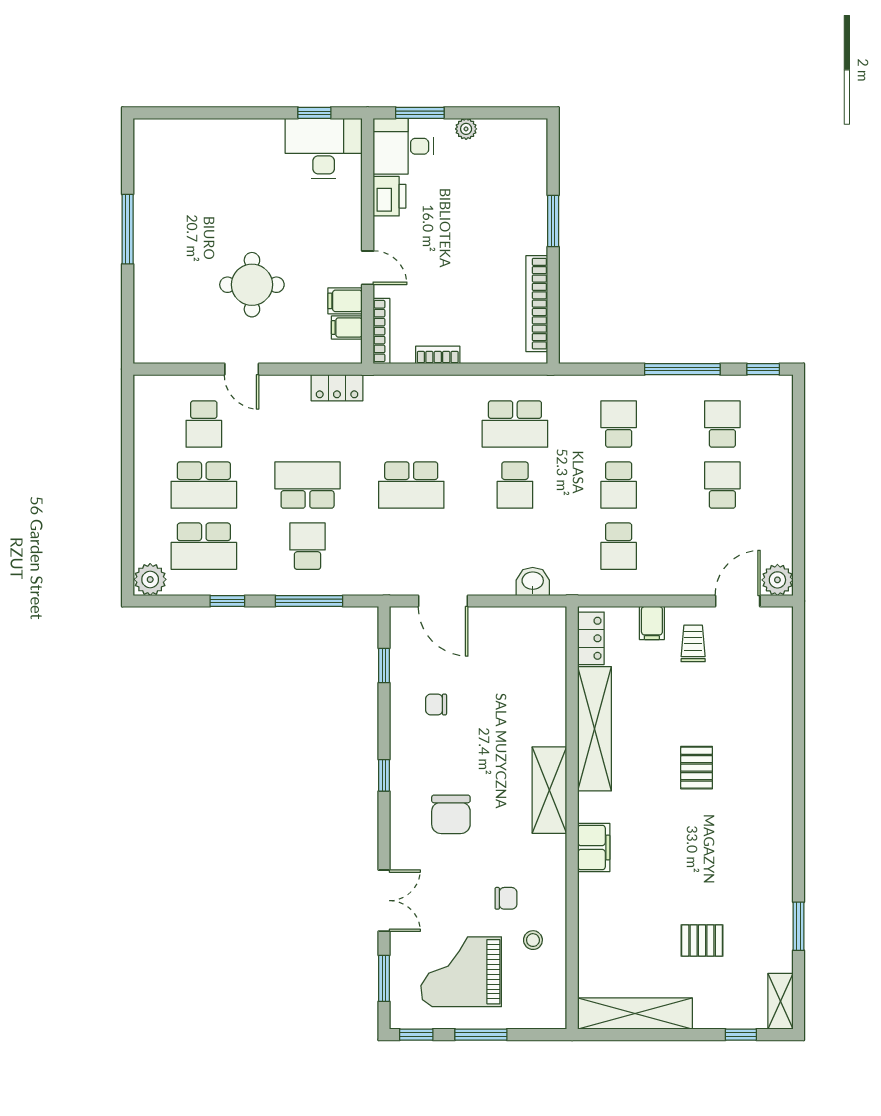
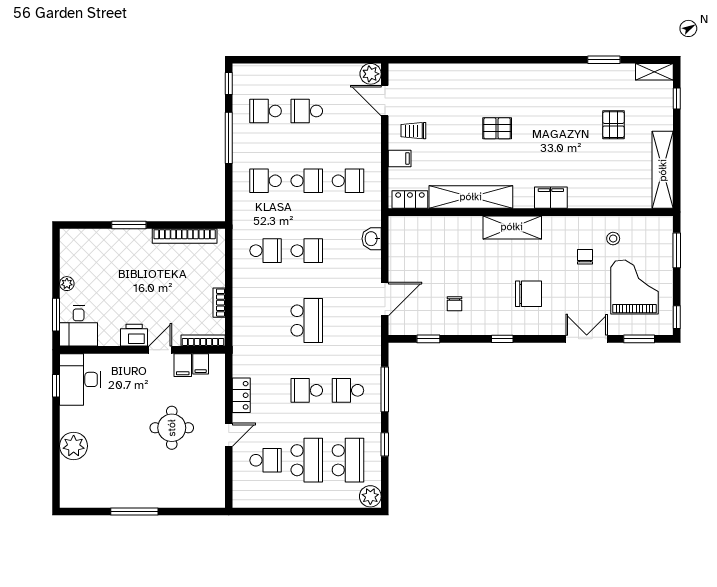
plant: (225, 139) -> (74, 446), added
printer: (389, 196) -> (134, 335), moved
locker: (337, 388) -> (241, 395), moved
school desk: (515, 424) -> (266, 251), width x0.54
school desk: (308, 485) -> (307, 390), width x0.54
grand piano: (461, 972) -> (635, 287), turned 180
window: (481, 1035) -> (677, 250), moved

